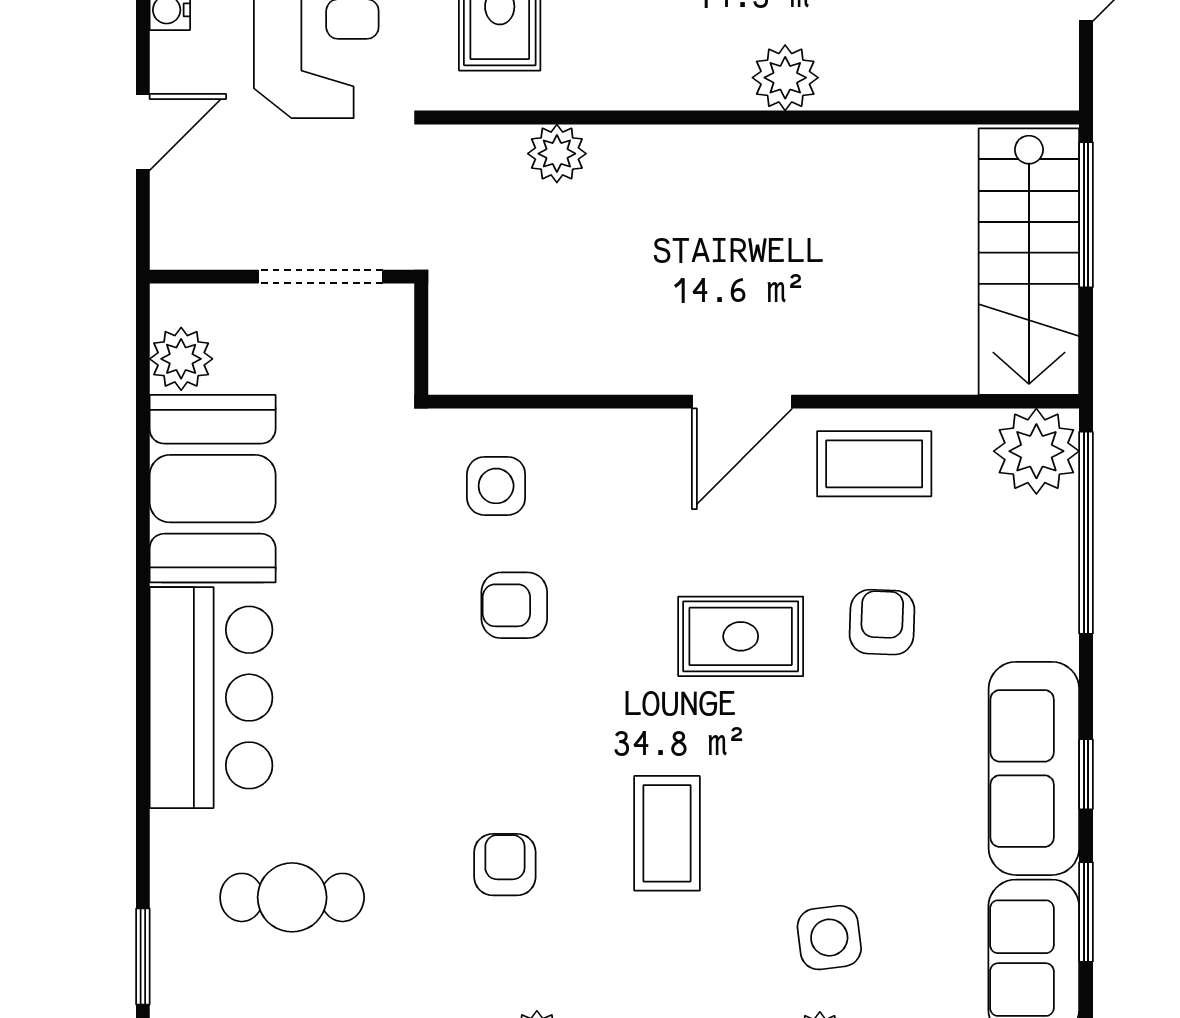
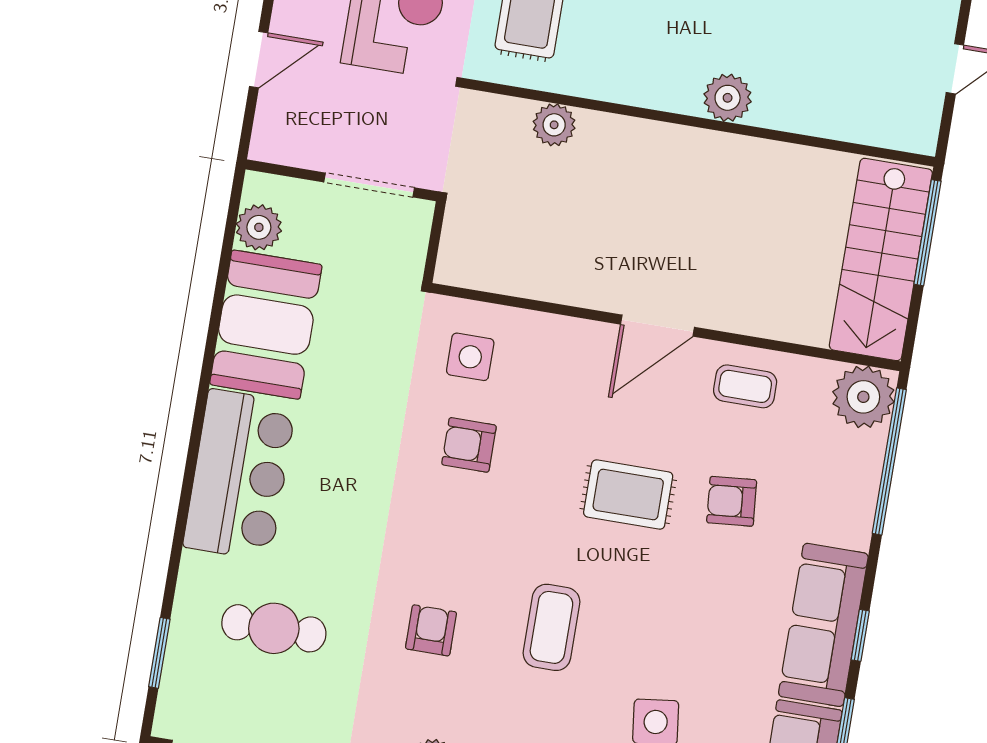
coffee table: (874, 464) -> (745, 386), width x0.73, depth x0.77
armchair: (882, 622) -> (732, 501), turned -97

